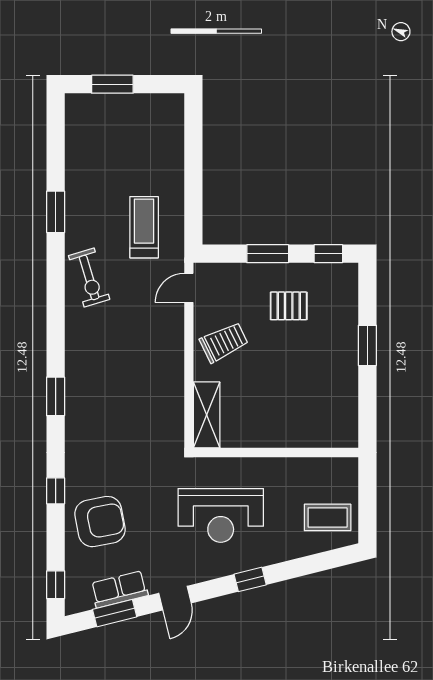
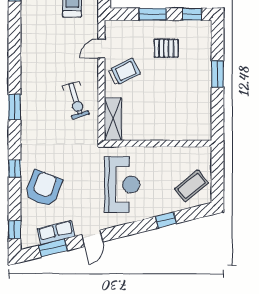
exercise bike: (89, 277) -> (76, 100), moved
door: (189, 288) -> (101, 49), moved
reception desk: (221, 515) -> (122, 185), turned -90
coffee table: (328, 517) -> (192, 186), turned -39
armchair: (100, 522) -> (43, 189), turned -58
window: (250, 579) -> (166, 220), moved

